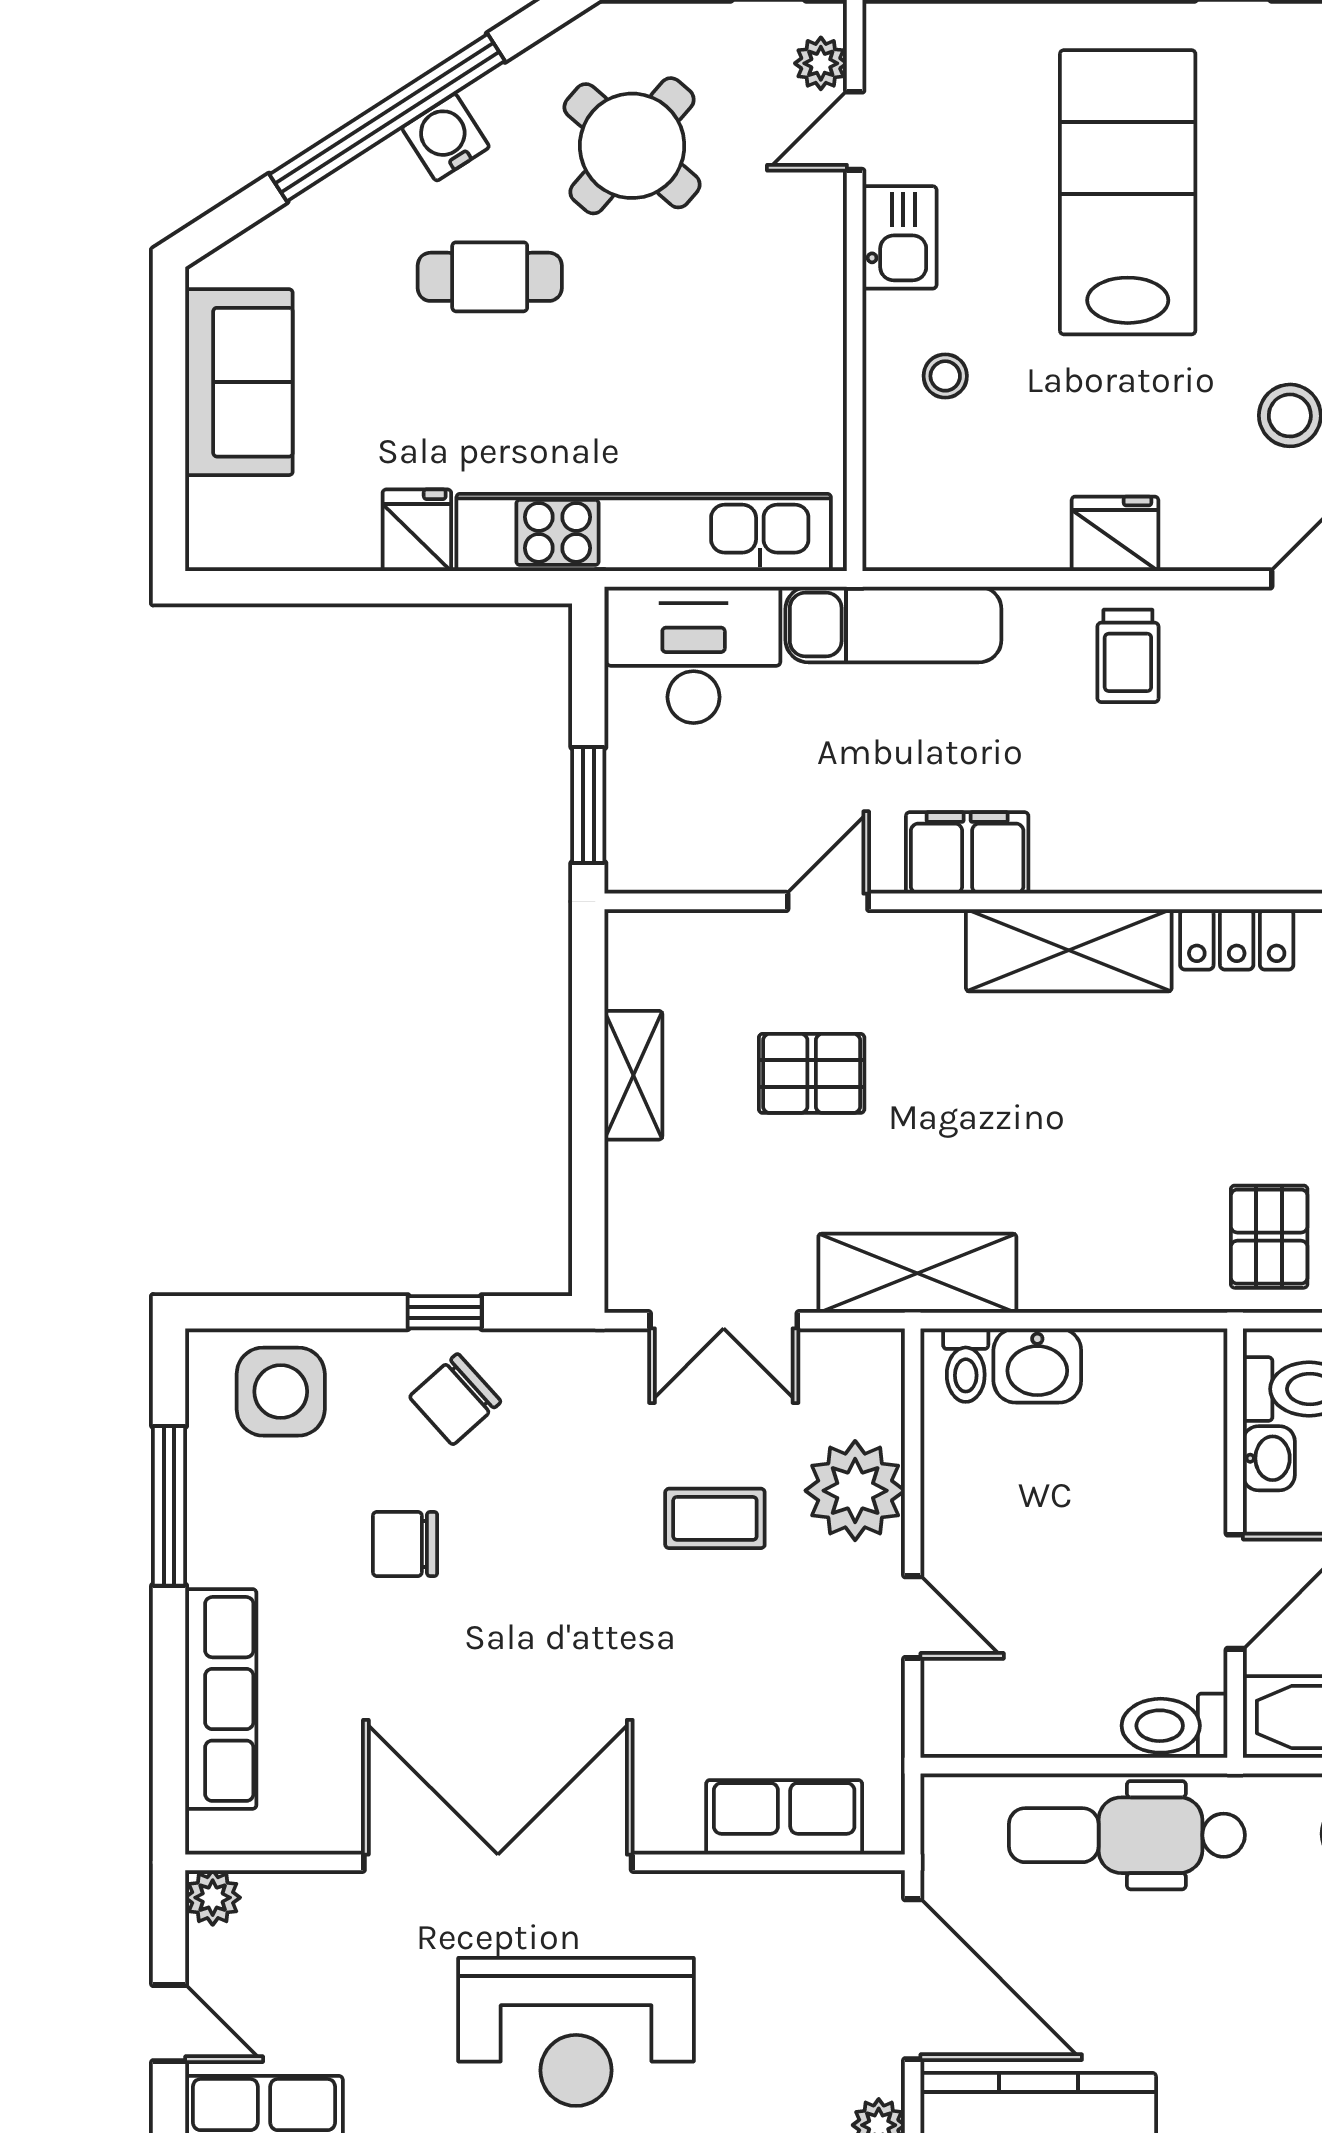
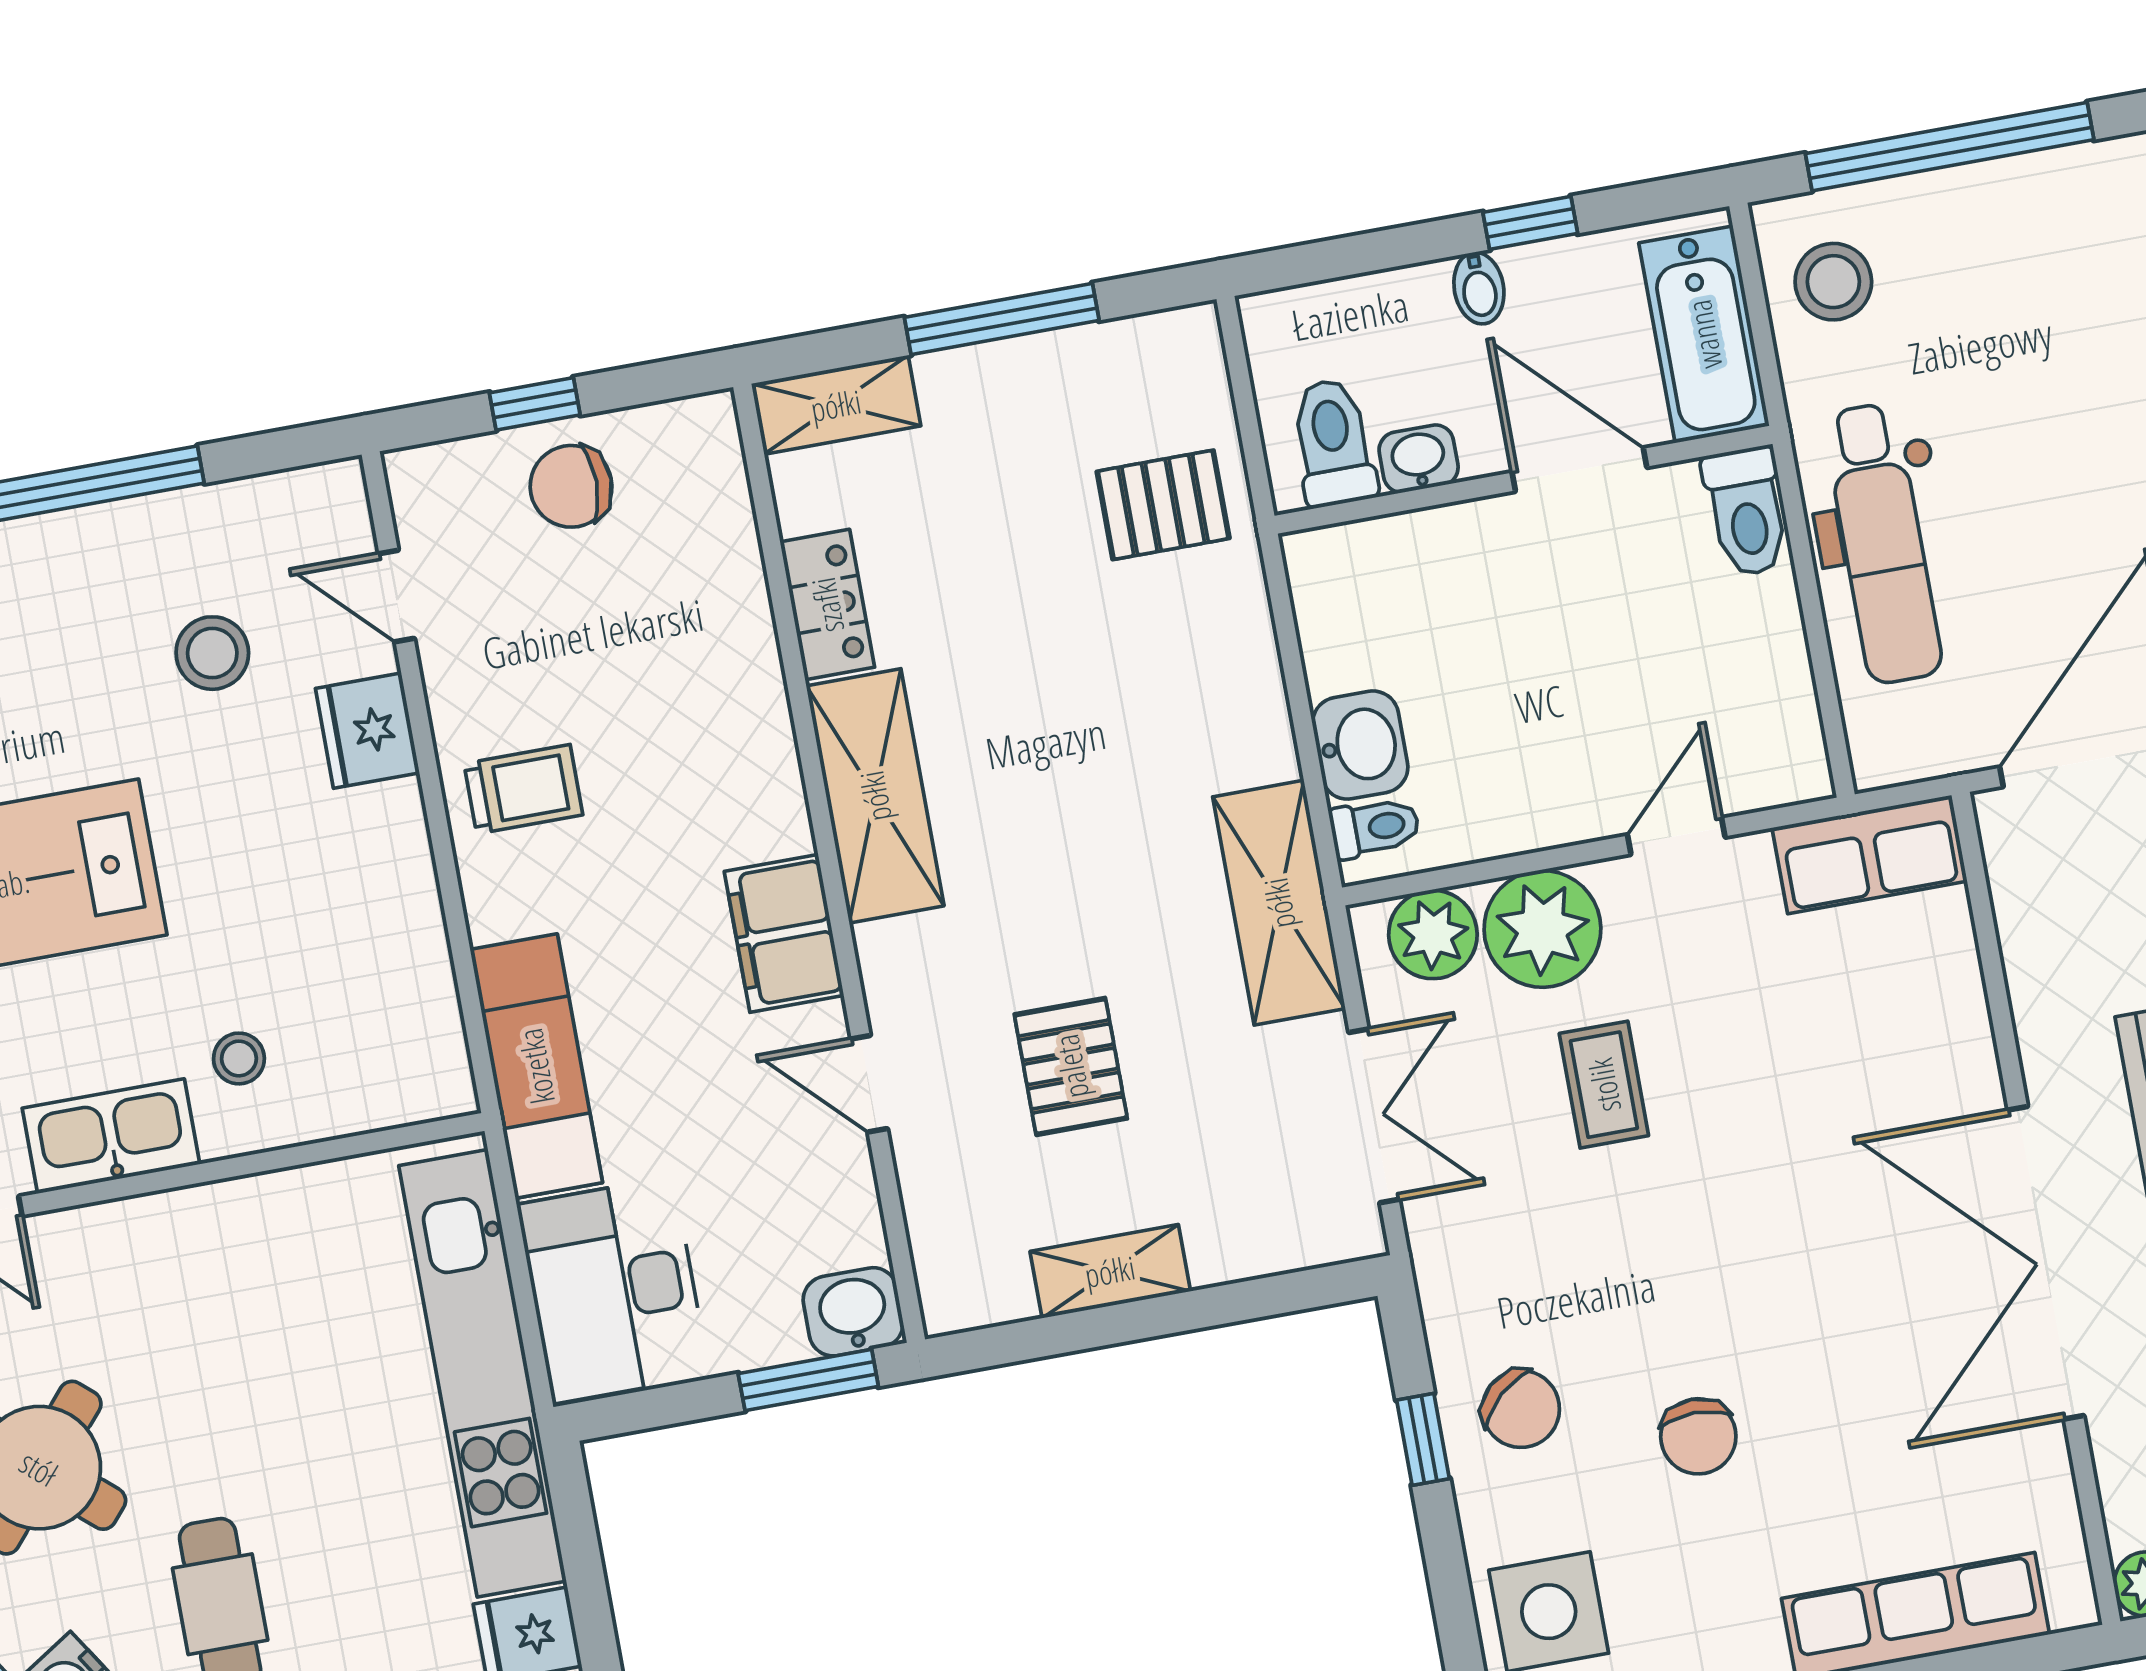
kitchen sink: (900, 237) -> (111, 1136), width x1.38
fridge: (1115, 534) -> (367, 731), moved
washbasin: (639, 853) -> (853, 1312), added
plant: (867, 1398) -> (1433, 934), added
row of seats: (784, 1817) -> (1870, 854), moved, turned -90

